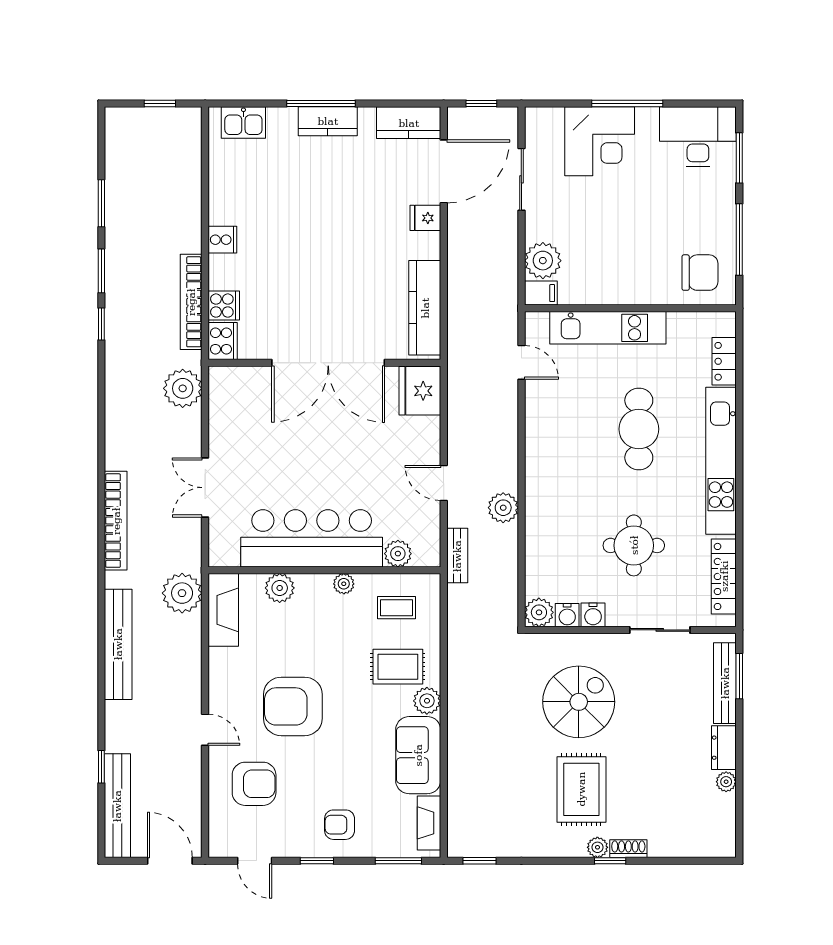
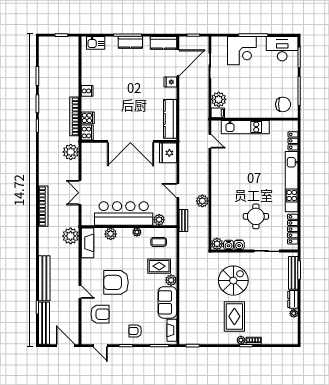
cafe table: (639, 429) -> (258, 169), removed
bench: (118, 644) -> (44, 278), moved

